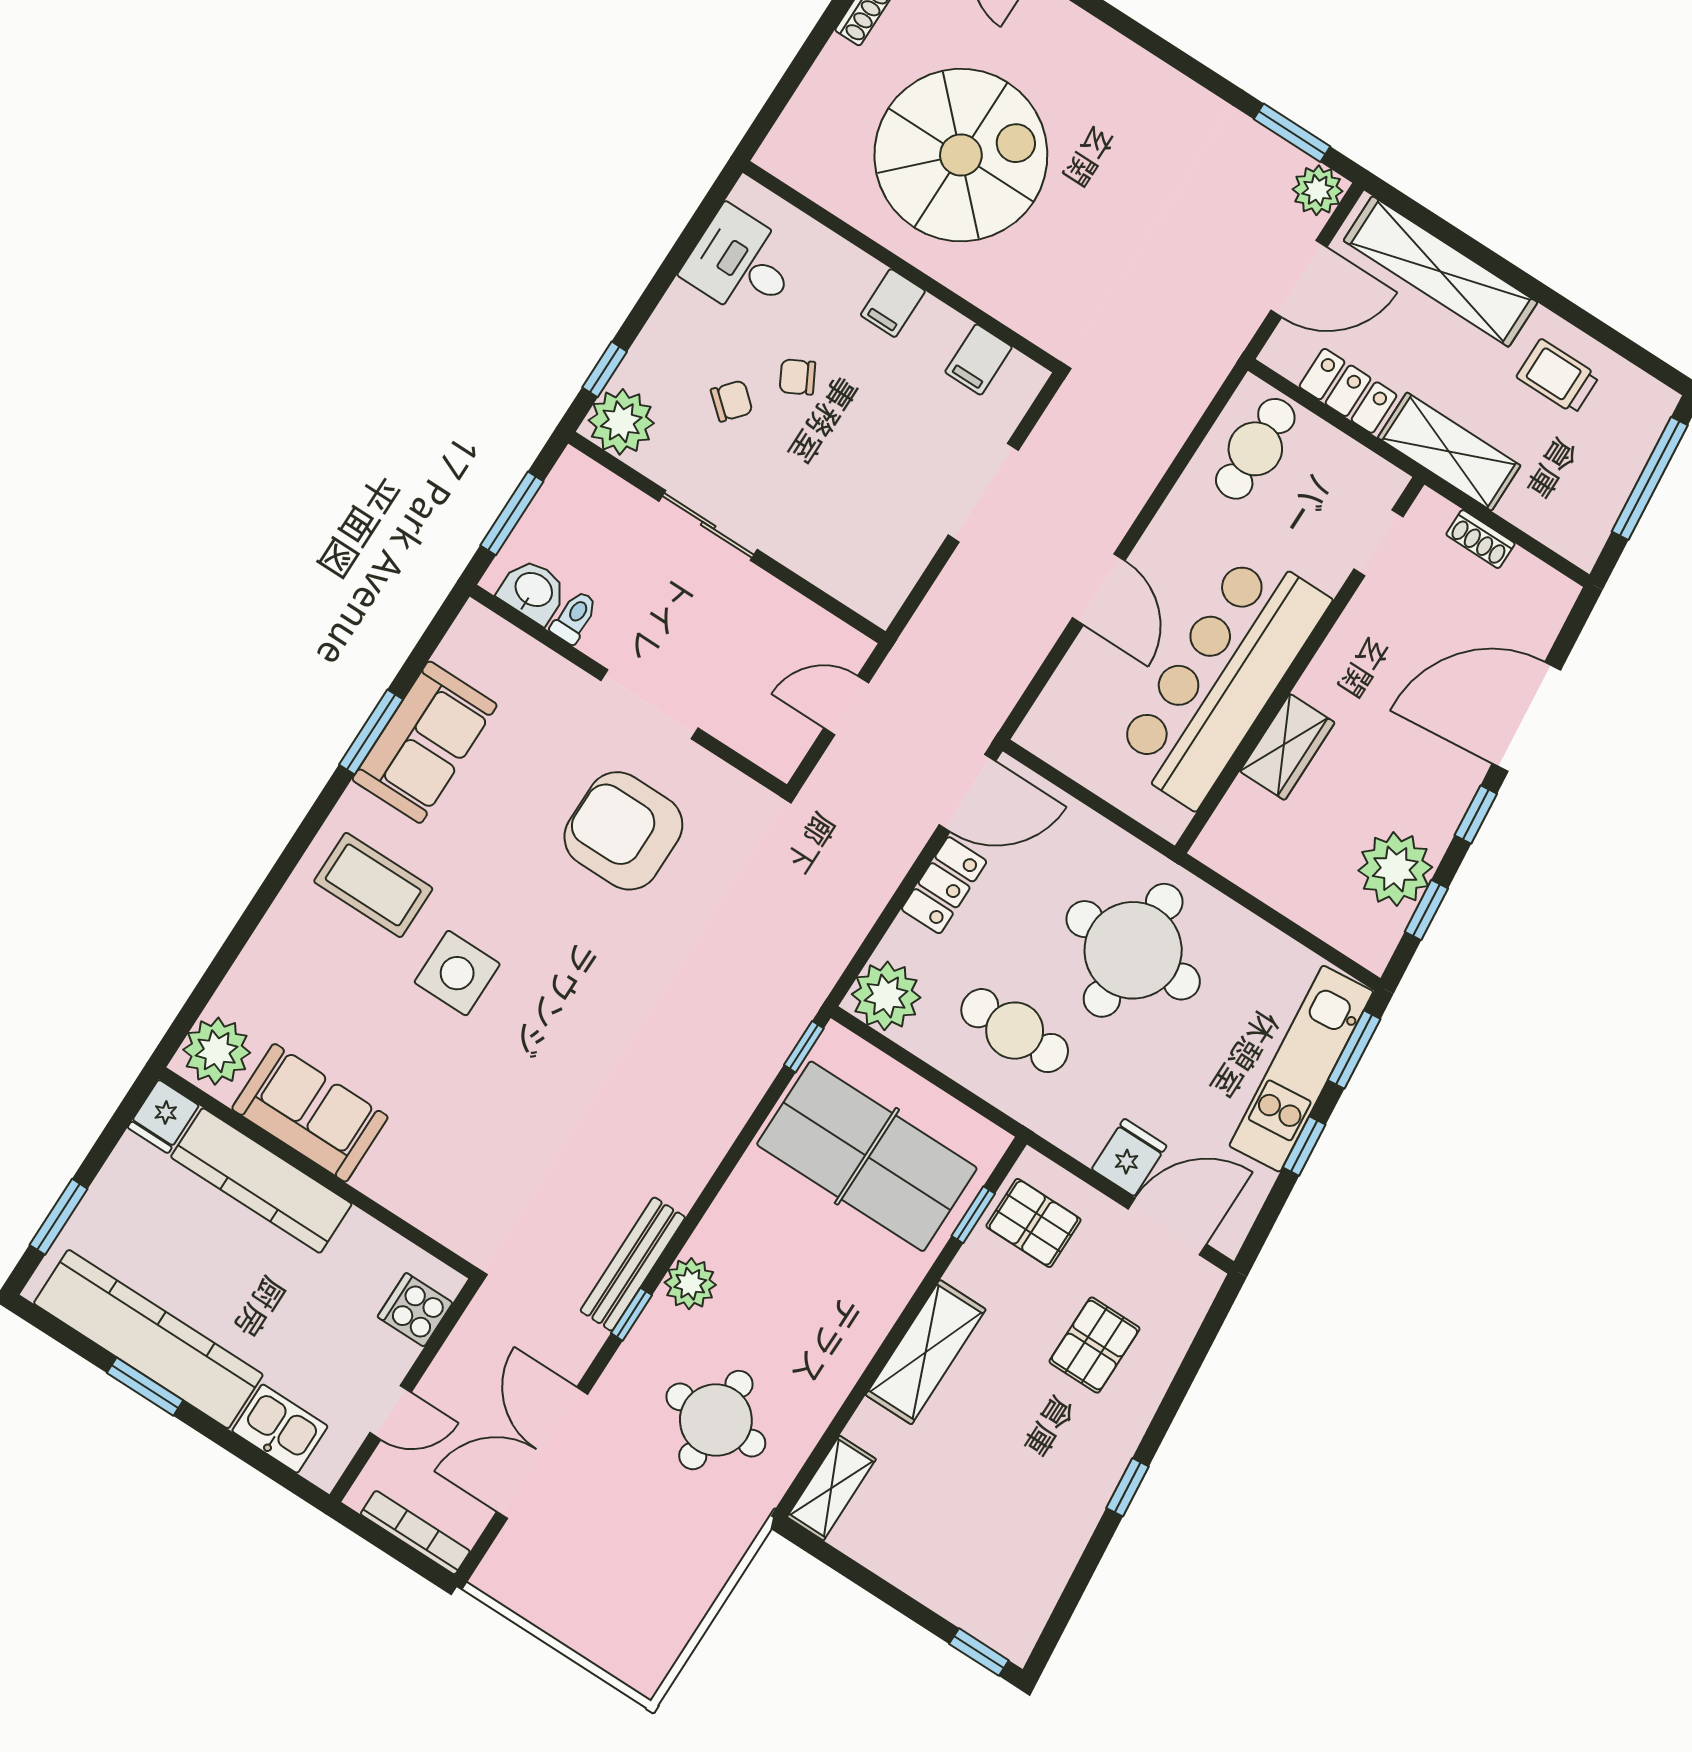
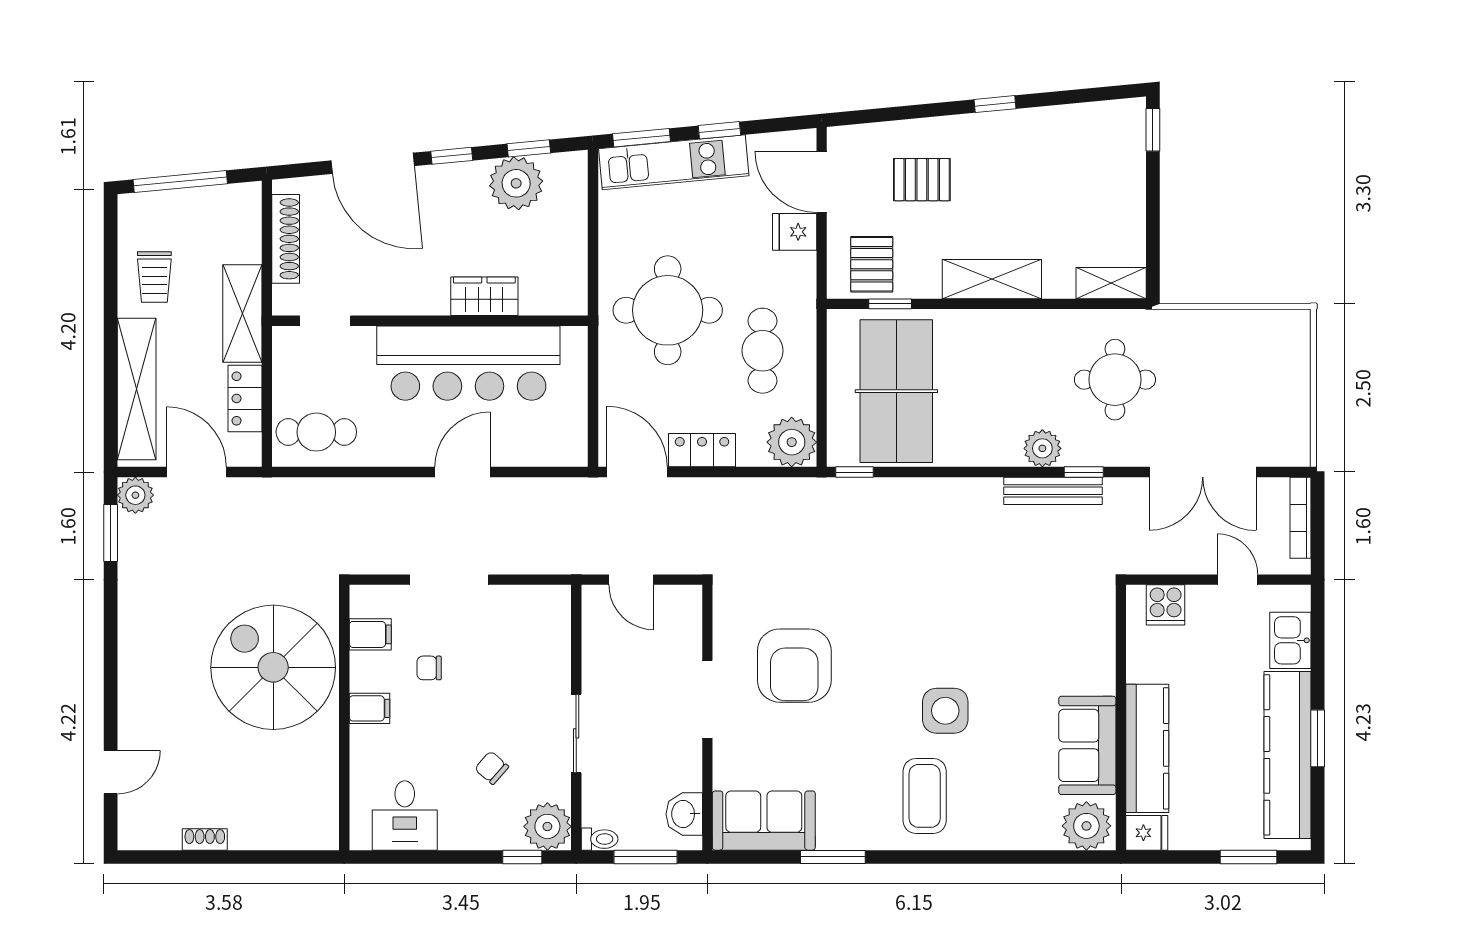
spiral stairs: (961, 155) -> (273, 667), moved
chair: (797, 377) -> (429, 668), moved, turned 118
shoe rack: (1480, 539) -> (286, 239), width x1.94, depth x1.24
toilet: (574, 617) -> (600, 839), moved, turned 180
sofa: (425, 742) -> (764, 821), moved

